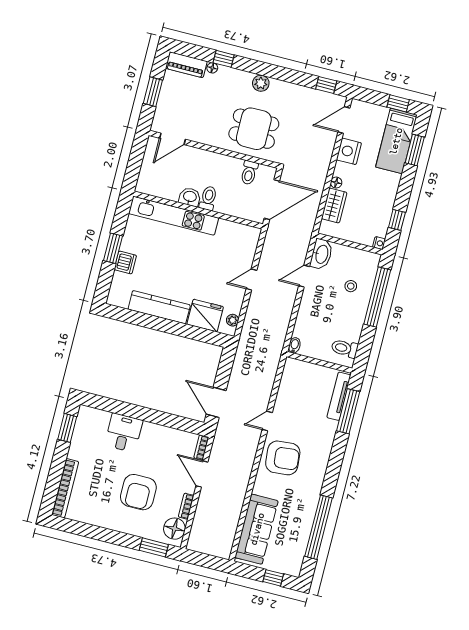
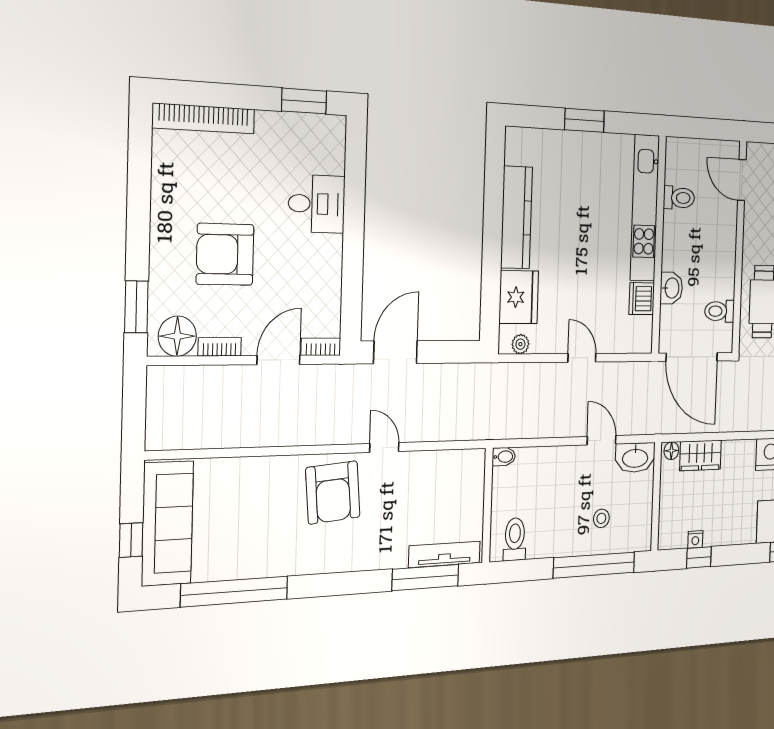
floor lamp: (336, 183) -> (671, 451), moved
washbasin: (190, 197) -> (671, 288), moved
toilet: (208, 198) -> (679, 198), moved
nightstand: (379, 243) -> (695, 539), moved
dishwasher: (125, 262) -> (642, 299), moved, turned 90
sofa: (257, 529) -> (167, 523), moved, turned -90

